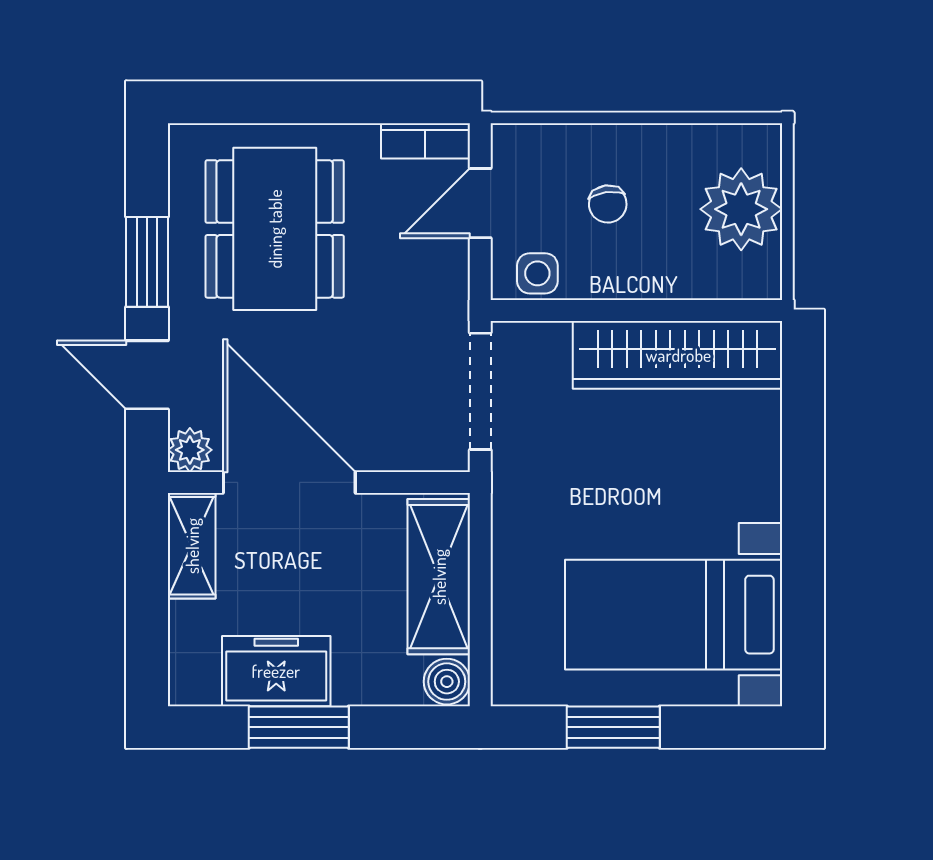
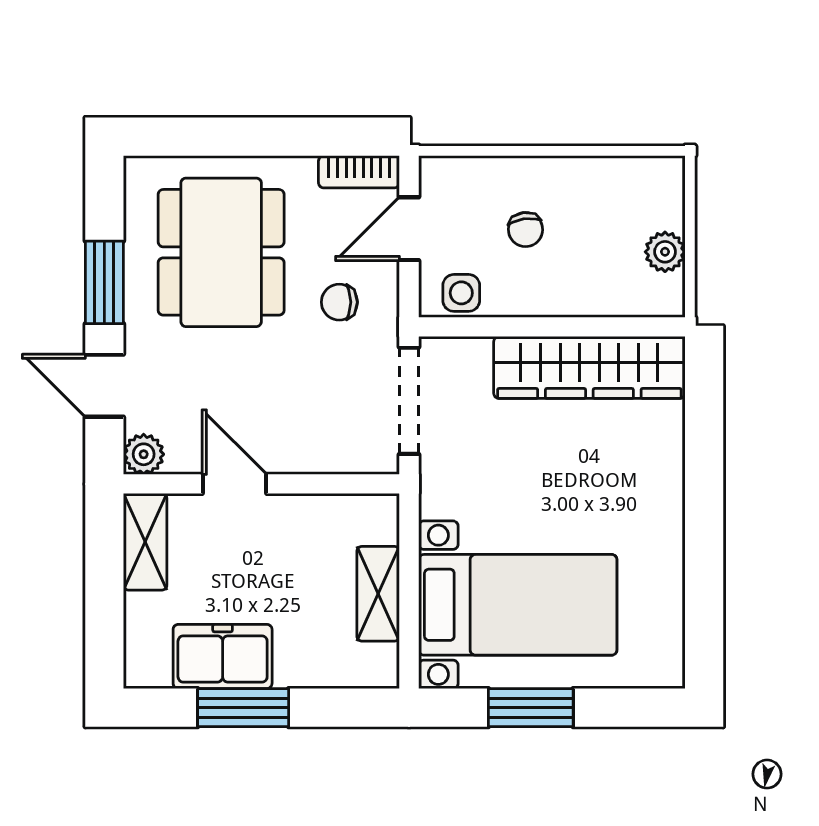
plant: (741, 209) -> (665, 252), width x0.53, depth x0.53
chair: (404, 283) -> (339, 302), added
door: (289, 482) -> (234, 484), width x0.53
shelving: (439, 577) -> (378, 594), width x0.67, depth x0.75
bed with nightstands: (674, 615) -> (518, 605), moved, turned 180
boiler: (447, 682) -> (378, 666), removed

